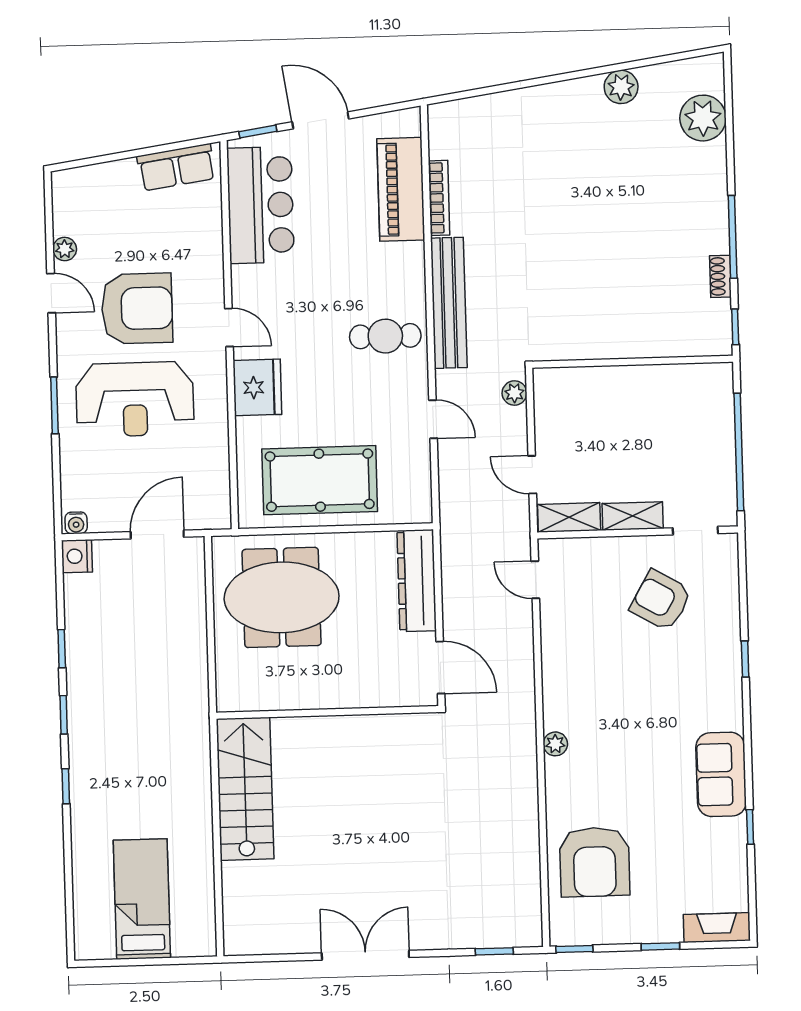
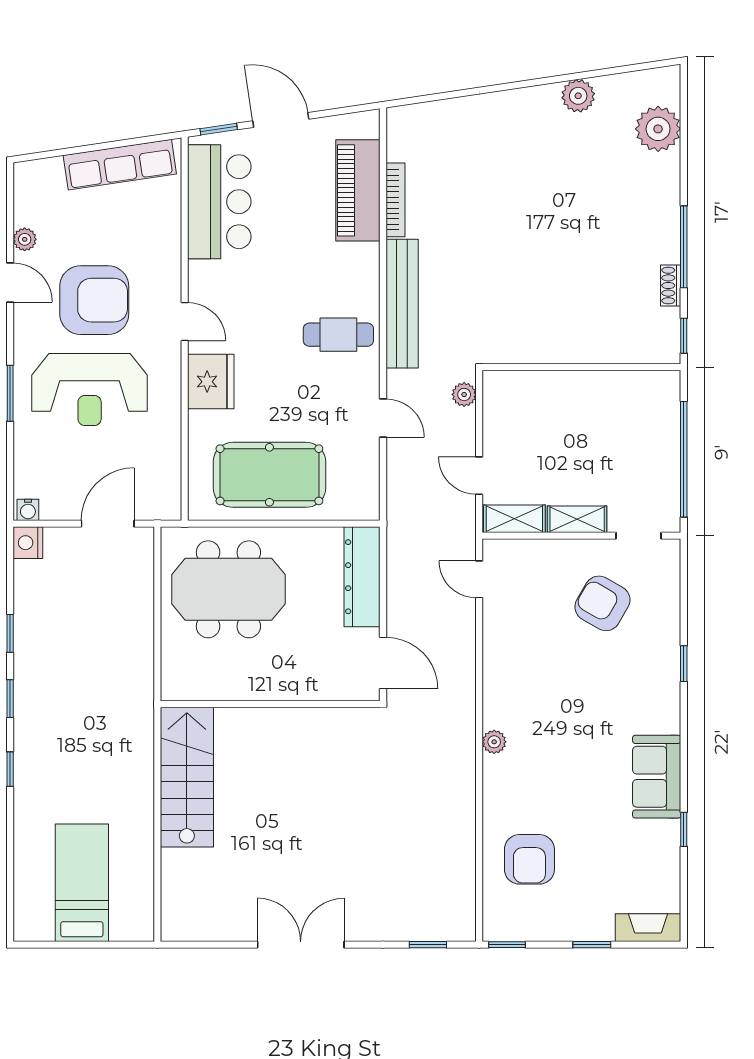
row of seats: (176, 167) -> (120, 165), width x1.48
armchair: (595, 862) -> (529, 859), width x0.73, depth x0.73

